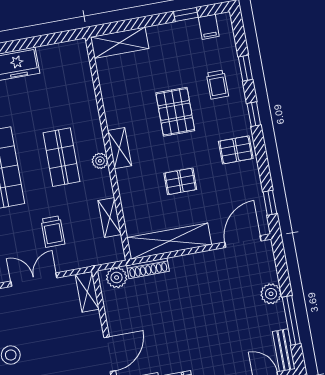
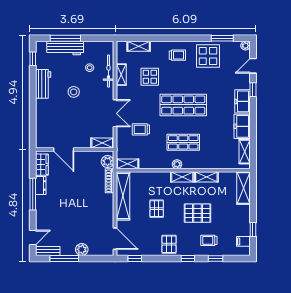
shelving: (59, 52) -> (245, 152), added
shelving: (112, 108) -> (206, 177), added
shelving: (110, 218) -> (128, 164), moved

